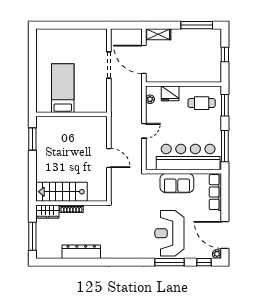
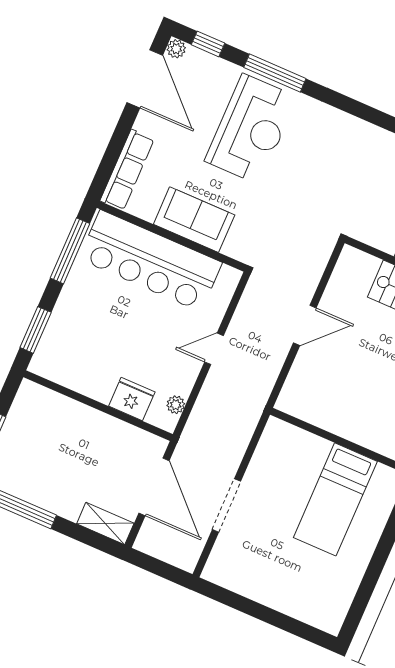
cafe table: (202, 103) -> (79, 354), removed
door: (109, 158) -> (305, 325), swing flipped

